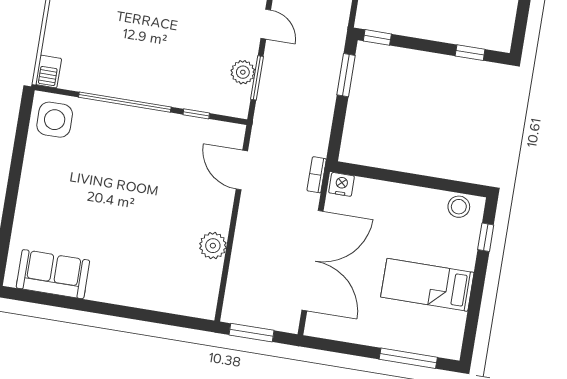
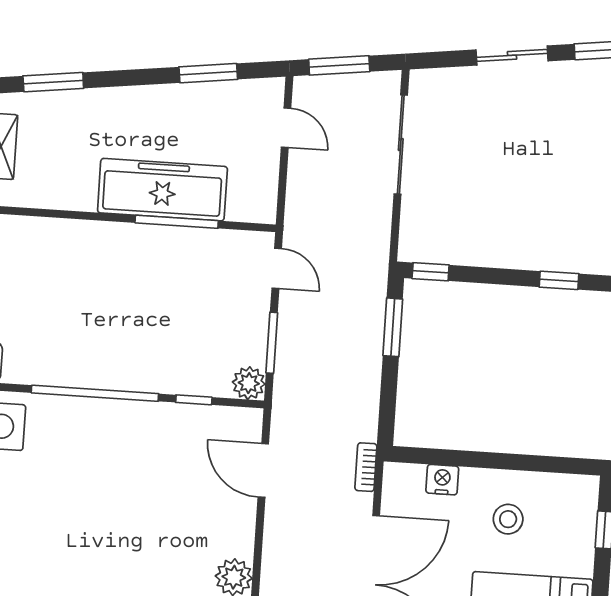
plant: (243, 72) -> (249, 383), moved
nightstand: (342, 184) -> (442, 480), moved
stool: (459, 207) -> (508, 519), moved

